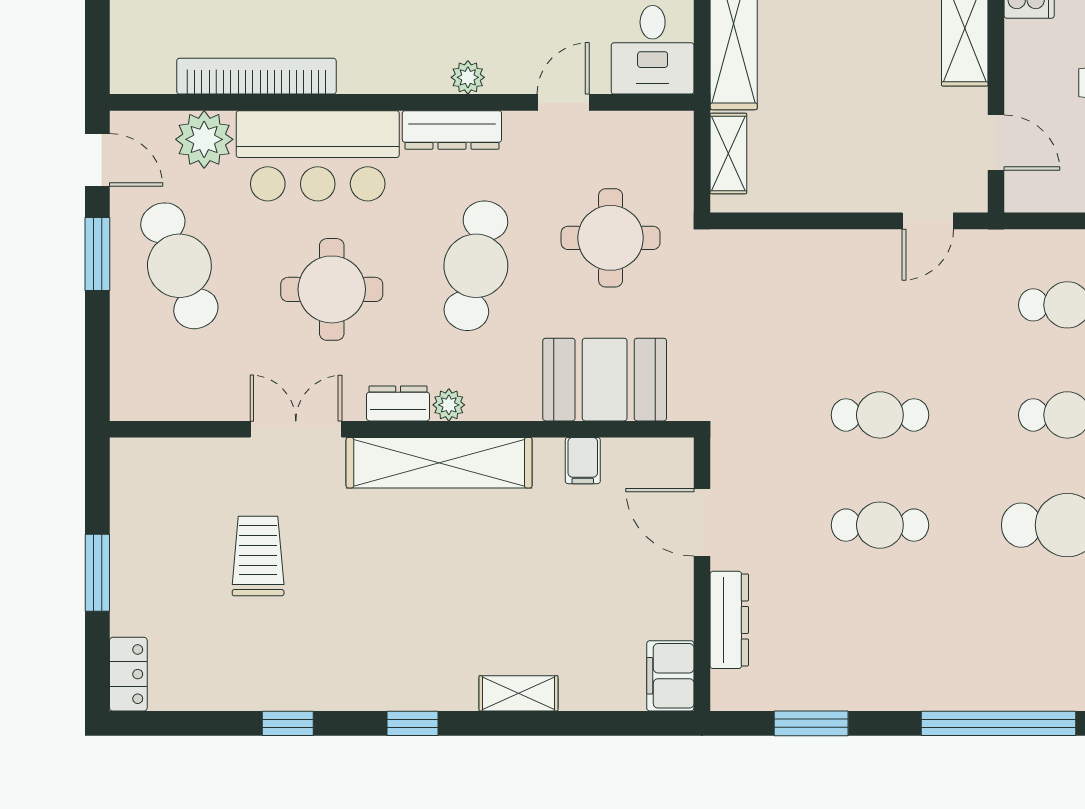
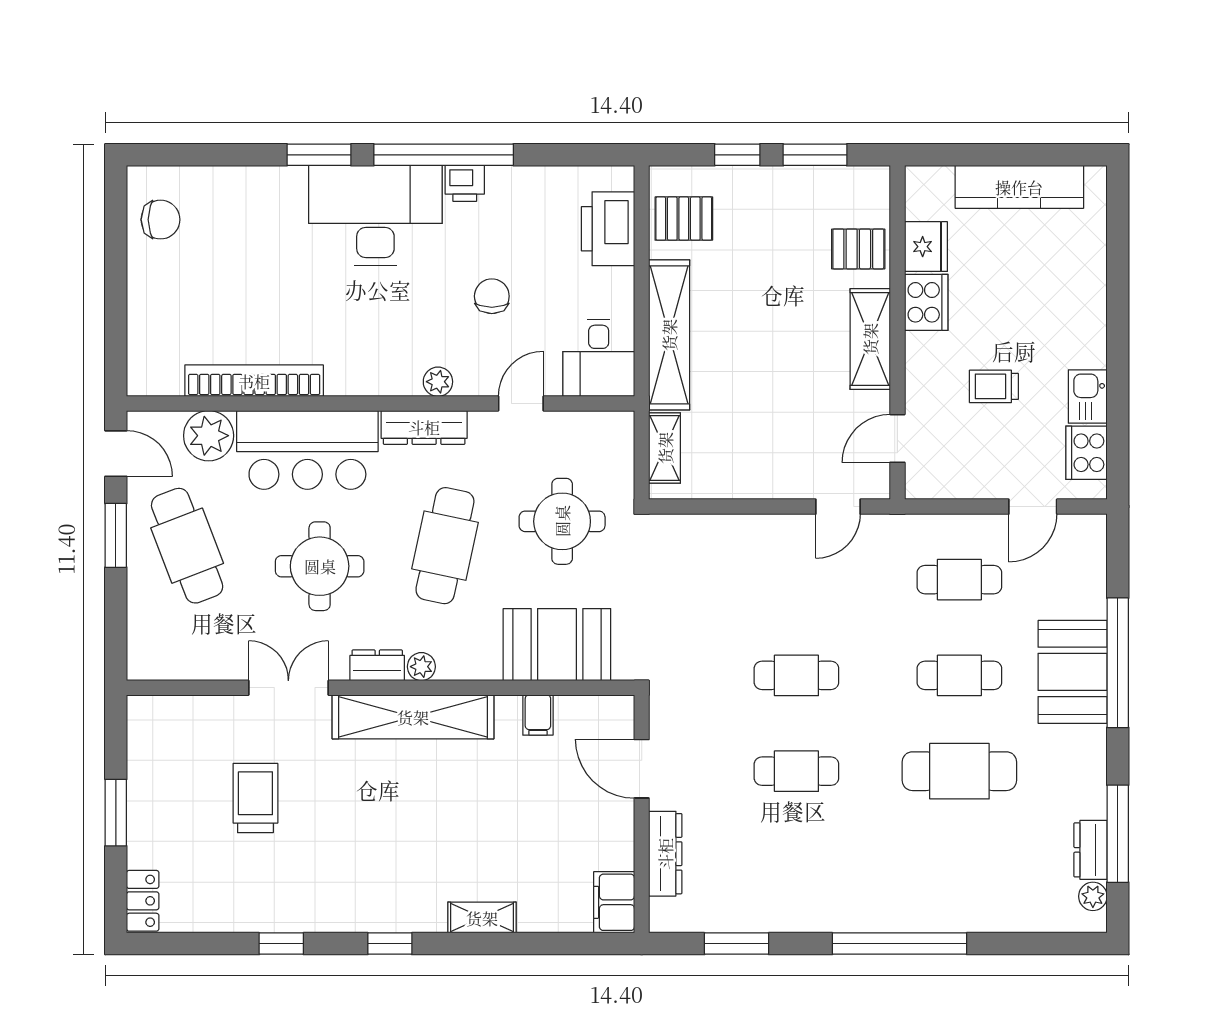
door: (996, 143) -> (897, 438), swing flipped

